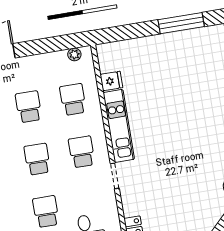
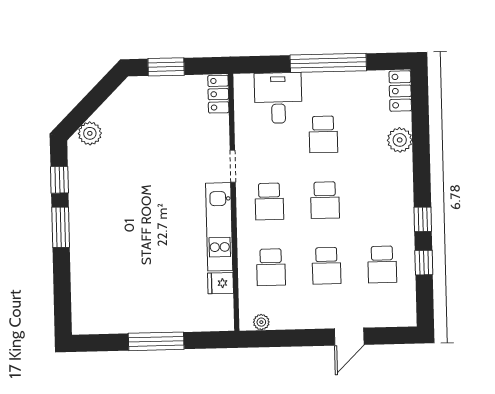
window: (181, 23) -> (156, 341), moved

